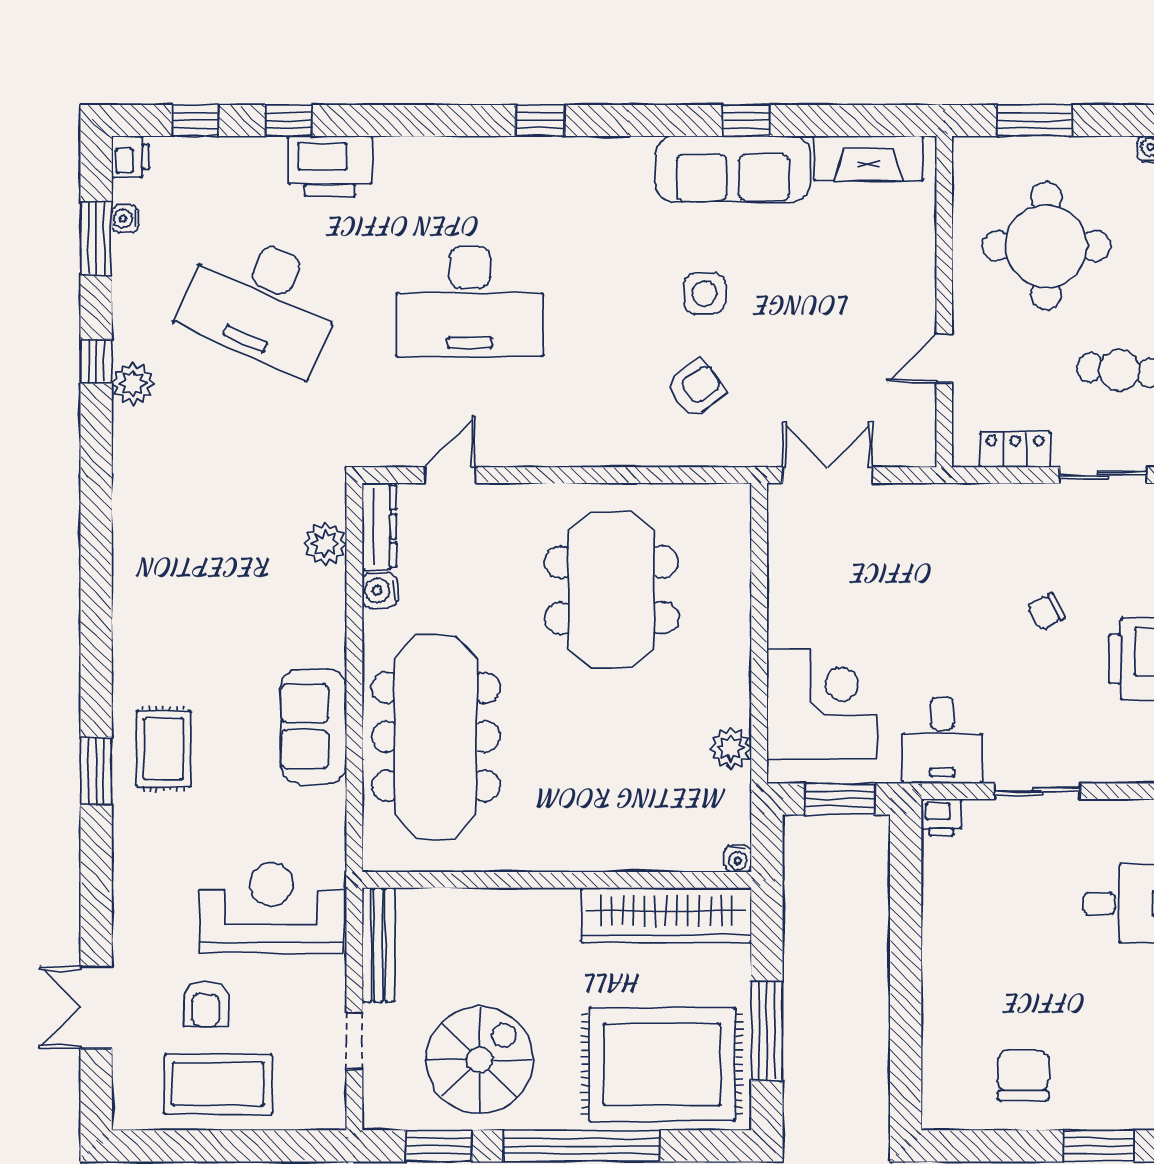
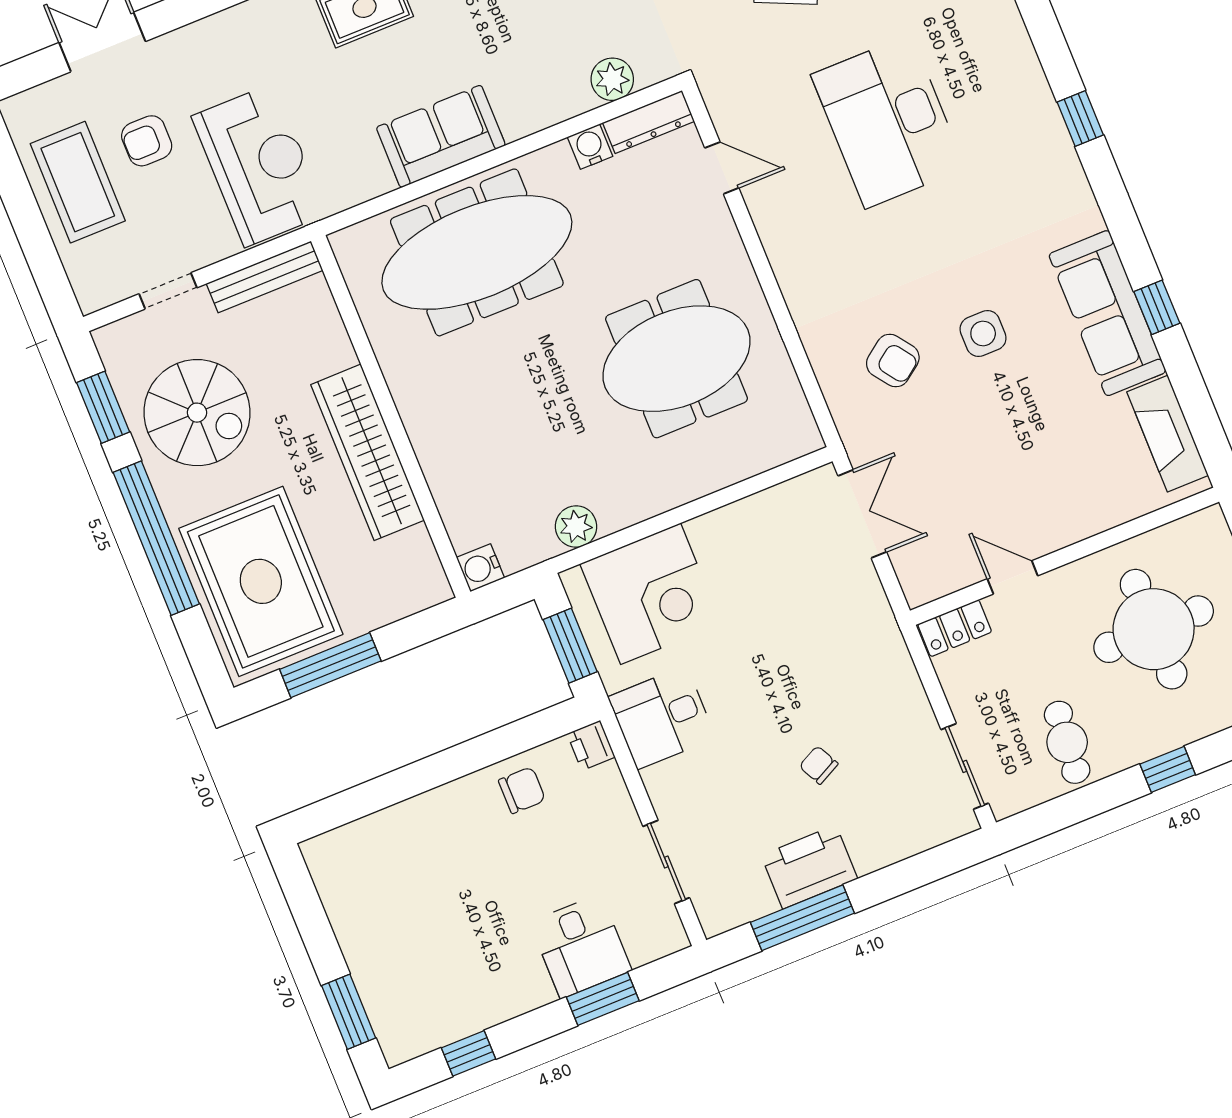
locker: (1015, 450) -> (955, 628), moved, turned 90
sliding door: (1037, 791) -> (666, 862), moved
water cooler: (738, 859) -> (480, 568), width x1.38, depth x1.38
wardrobe: (666, 915) -> (368, 452), moved
chair: (1023, 1075) -> (522, 790), moved, width x0.73, depth x0.73

